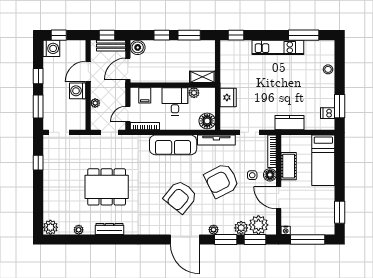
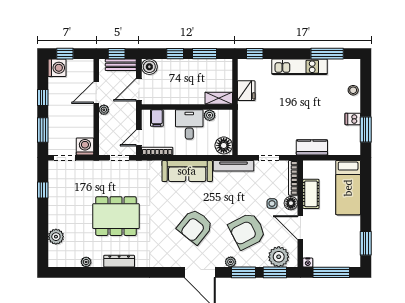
washing machine: (78, 91) -> (85, 146), moved, turned 90
fridge: (228, 97) -> (246, 91), moved
plant: (95, 103) -> (104, 110), moved
dishwasher: (328, 113) -> (353, 119), moved
armchair: (222, 181) -> (247, 231), moved
plant: (50, 227) -> (56, 237), moved
plant: (241, 228) -> (260, 260), removed

